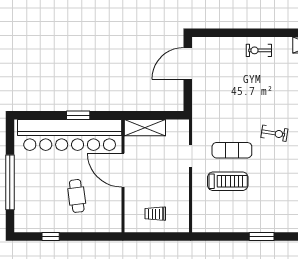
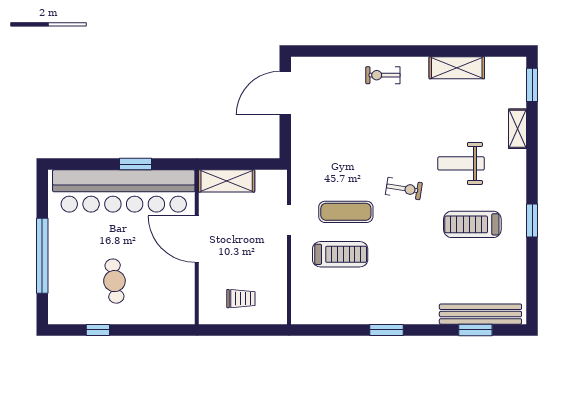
cafe table: (77, 196) -> (114, 281), moved
trolley: (155, 214) -> (241, 299), turned 180

